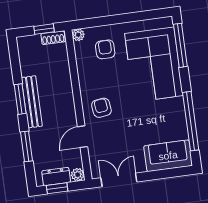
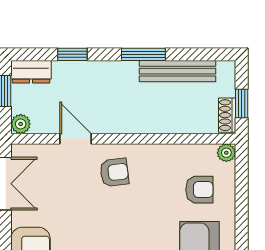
bench: (32, 102) -> (177, 71), moved
window: (27, 146) -> (72, 54), width x0.67
dresser: (56, 176) -> (31, 72), moved, turned 90

